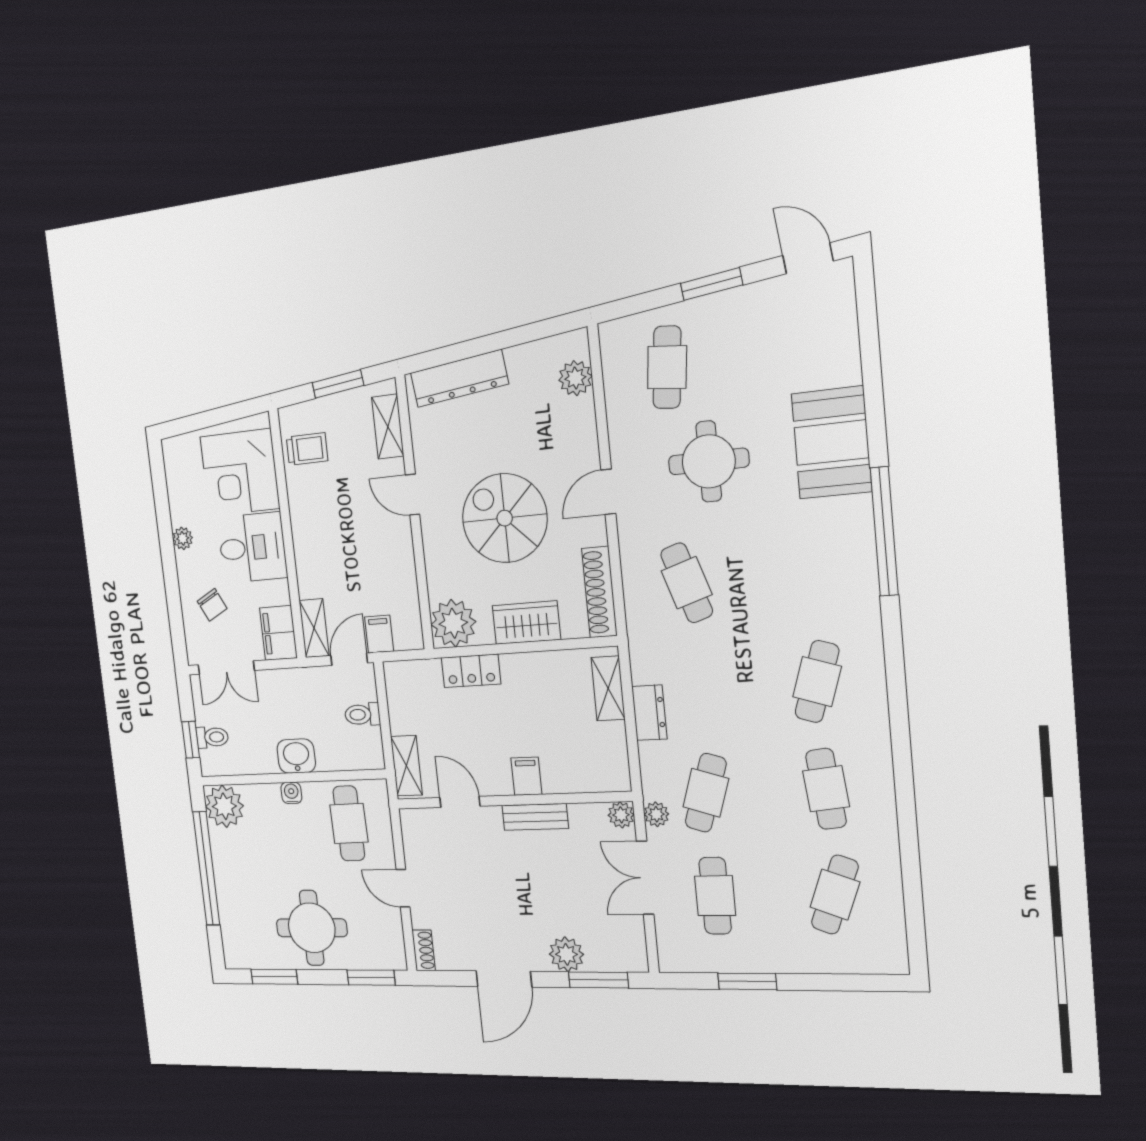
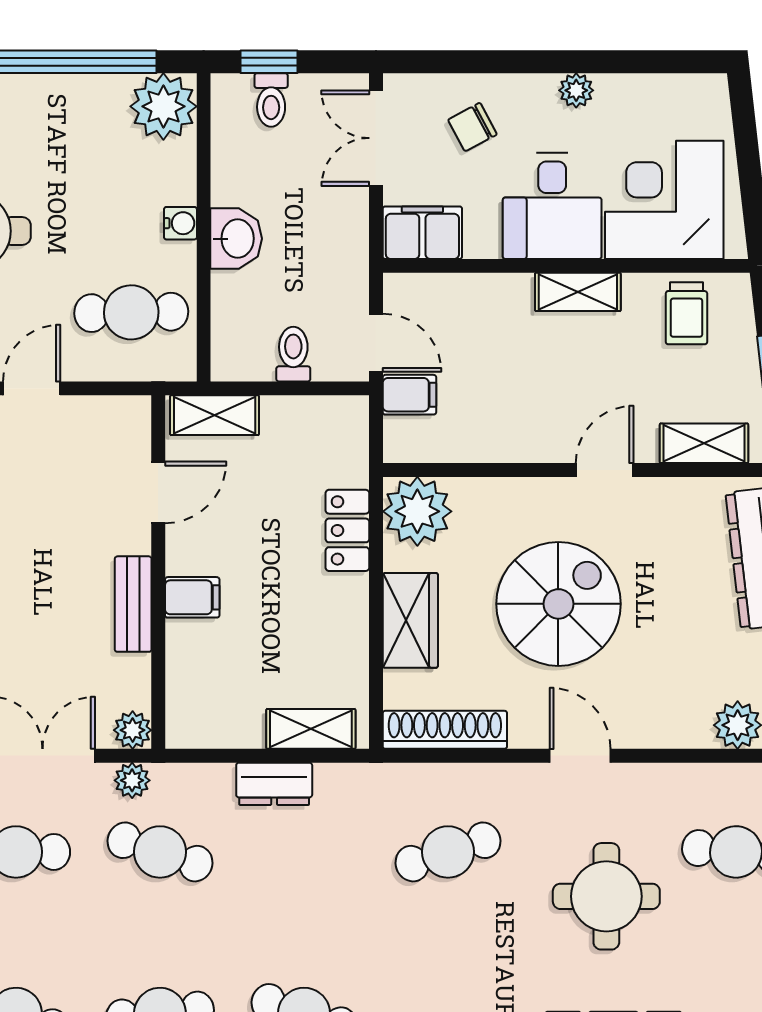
shelving: (314, 628) -> (578, 292), moved

